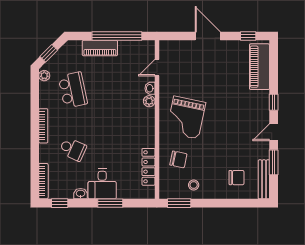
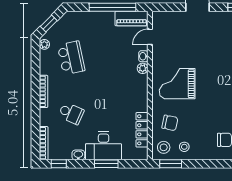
piano: (100, 48) -> (132, 19), moved
grand piano: (186, 118) -> (177, 84), turned 78
desk: (102, 184) -> (104, 146), width x1.37
stool: (172, 186) -> (164, 147), added

